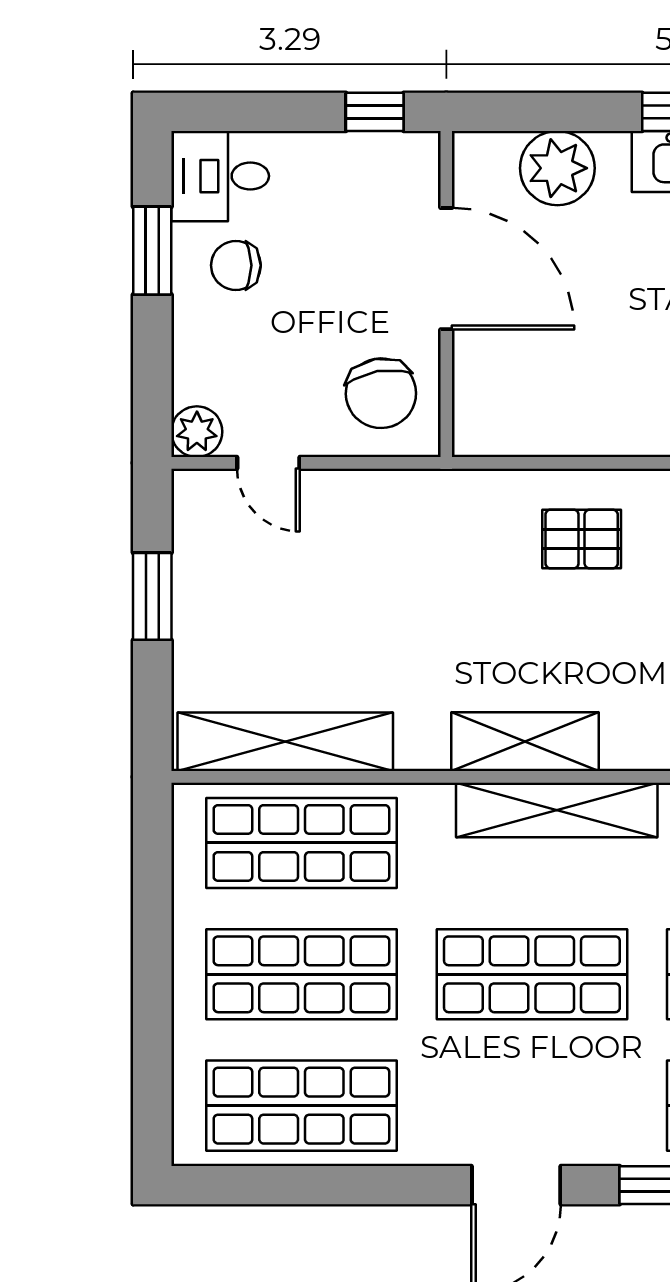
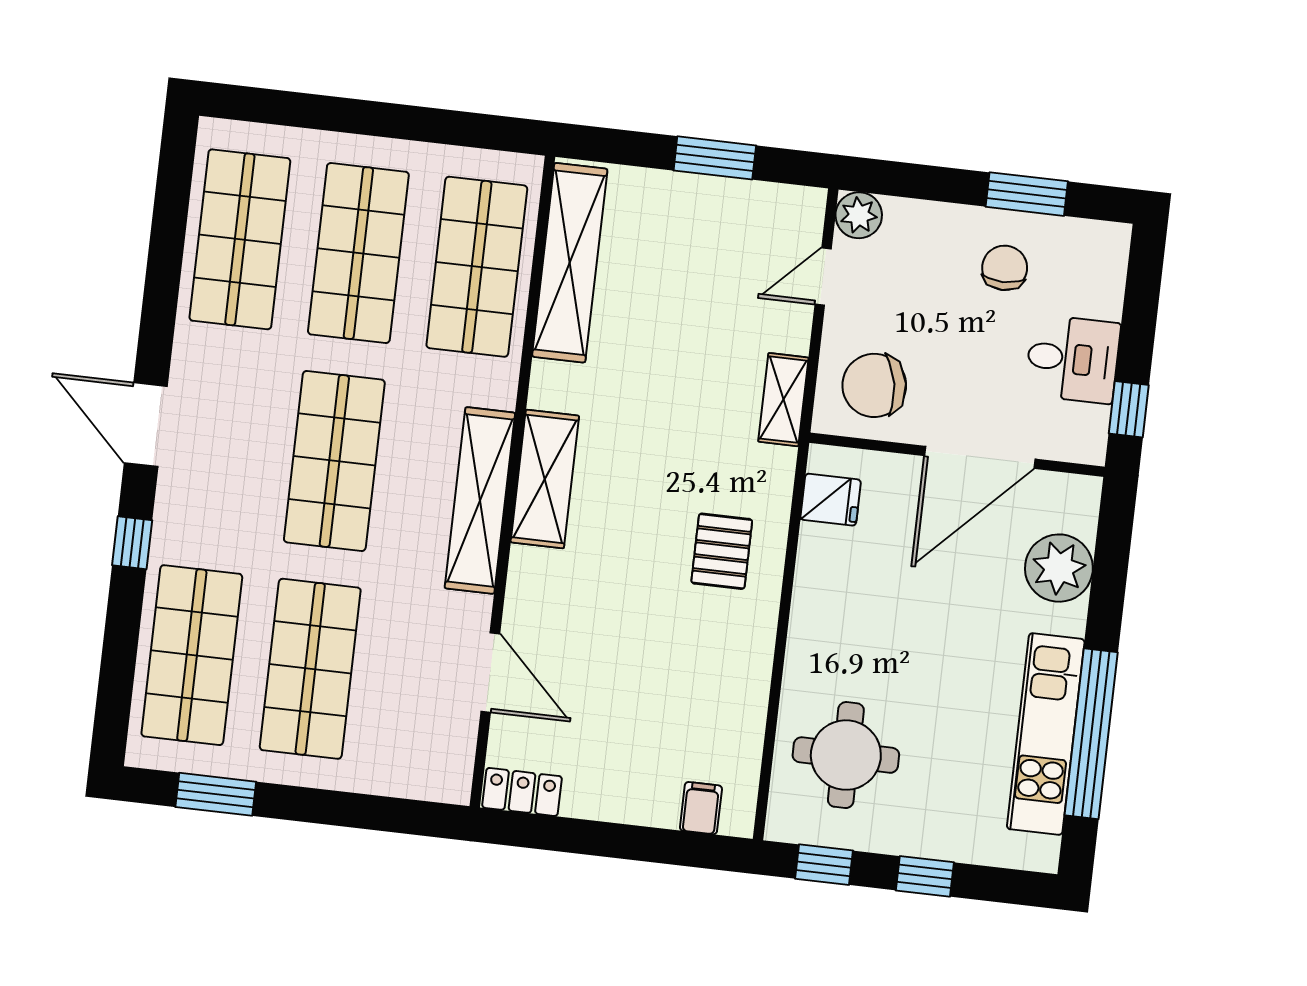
desk: (220, 176) -> (1073, 359), moved, turned 90
fridge: (511, 426) -> (831, 500), added
shelving: (408, 491) -> (783, 400), added

